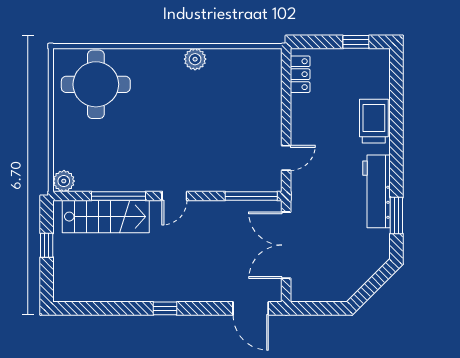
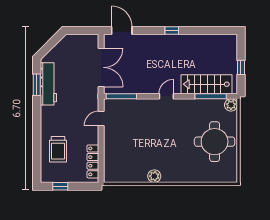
locker: (300, 74) -> (93, 161), width x1.53
round table: (96, 84) -> (215, 142), moved
trolley: (374, 121) -> (58, 149), moved
workbench: (376, 191) -> (48, 84), moved
window: (119, 196) -> (211, 96), moved

